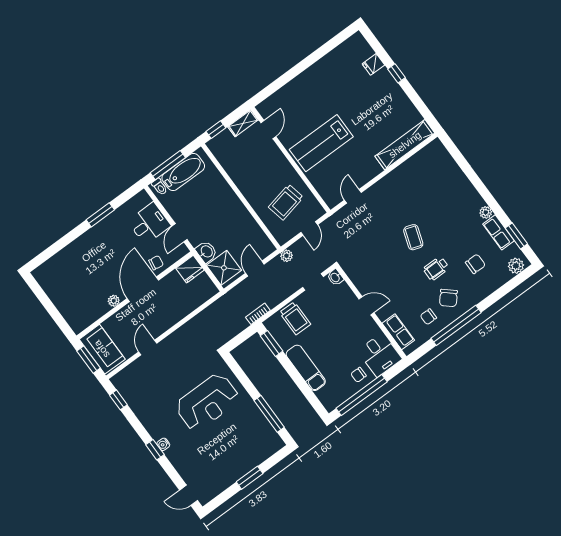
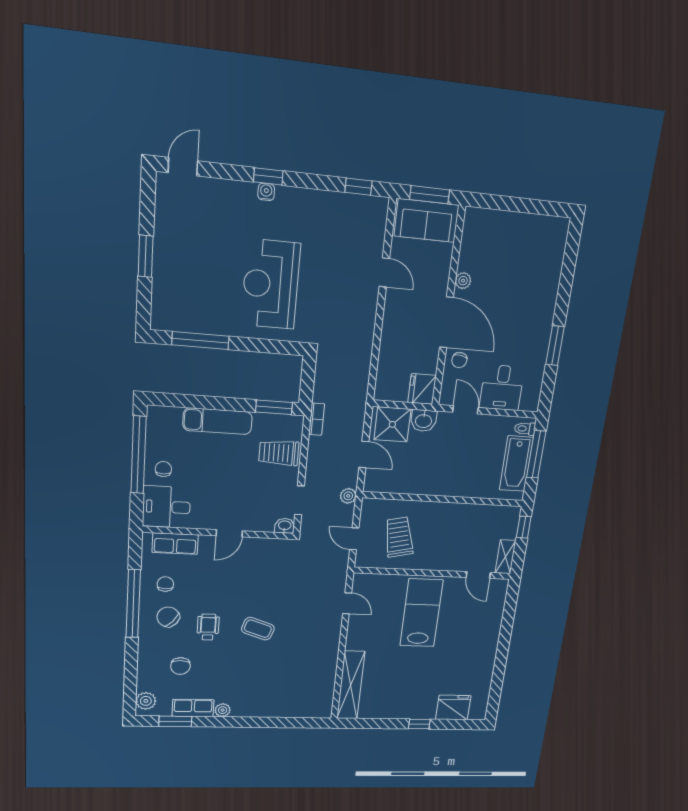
fridge: (373, 64) -> (453, 708), width x1.88, depth x1.34

